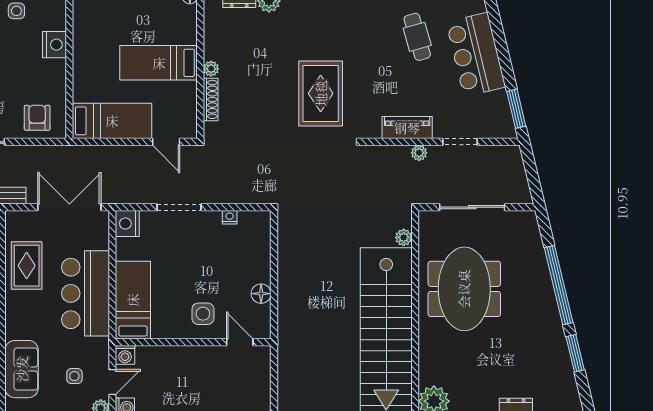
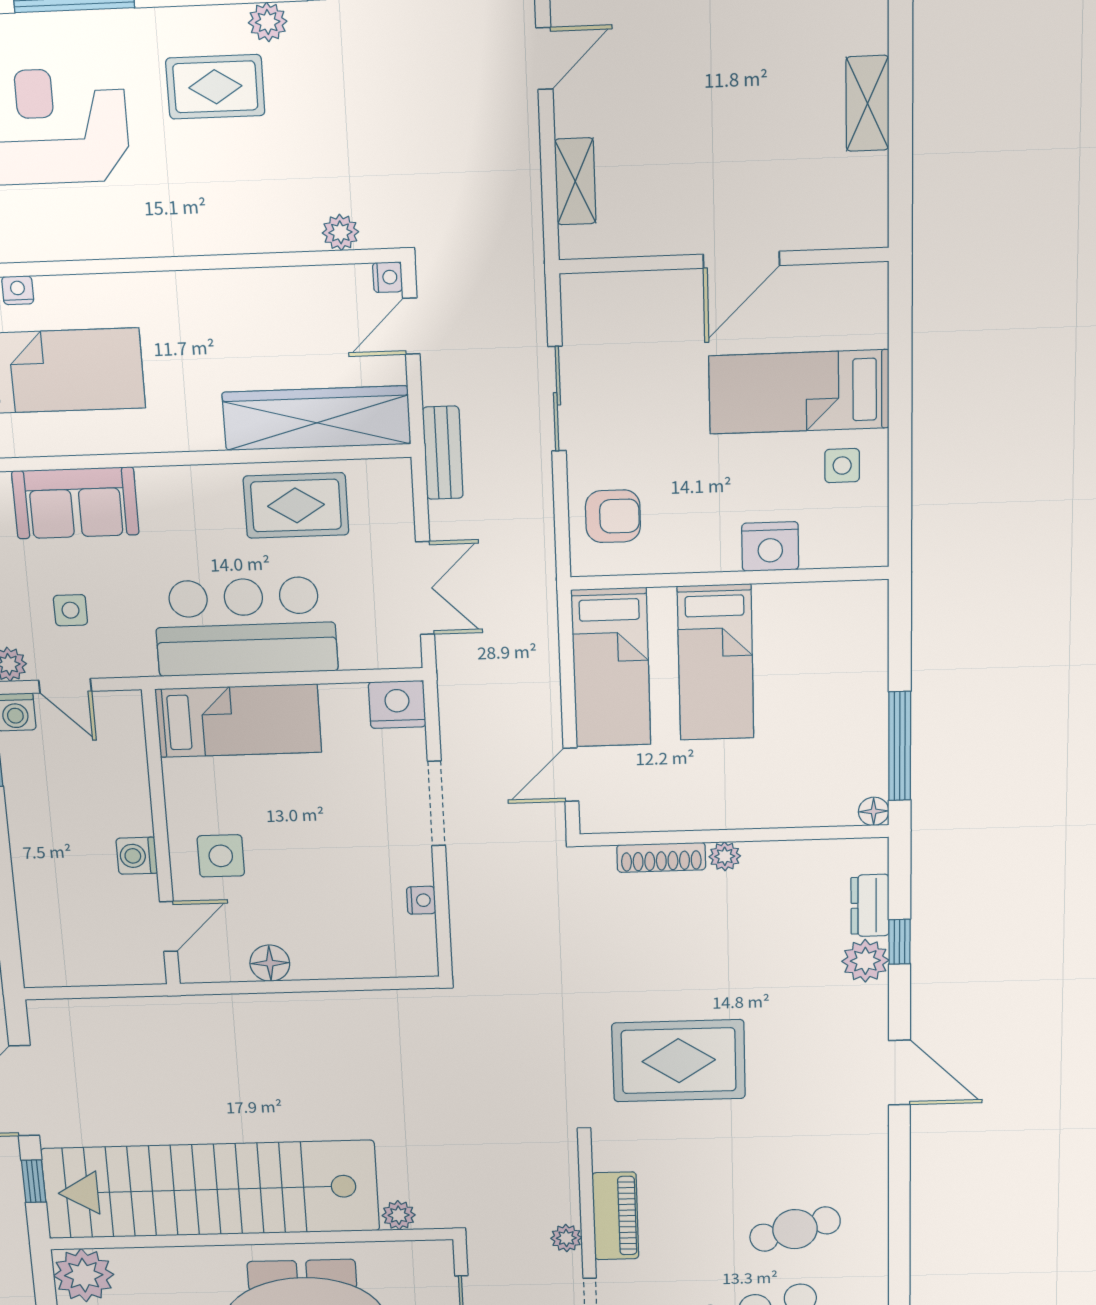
bed: (159, 63) -> (716, 662), moved, turned 180
double door: (69, 207) -> (425, 588), width x0.73
washing machine: (125, 355) -> (137, 856), moved

